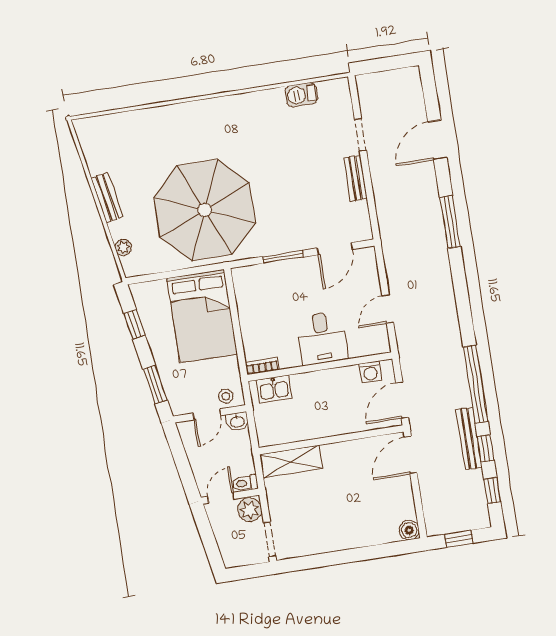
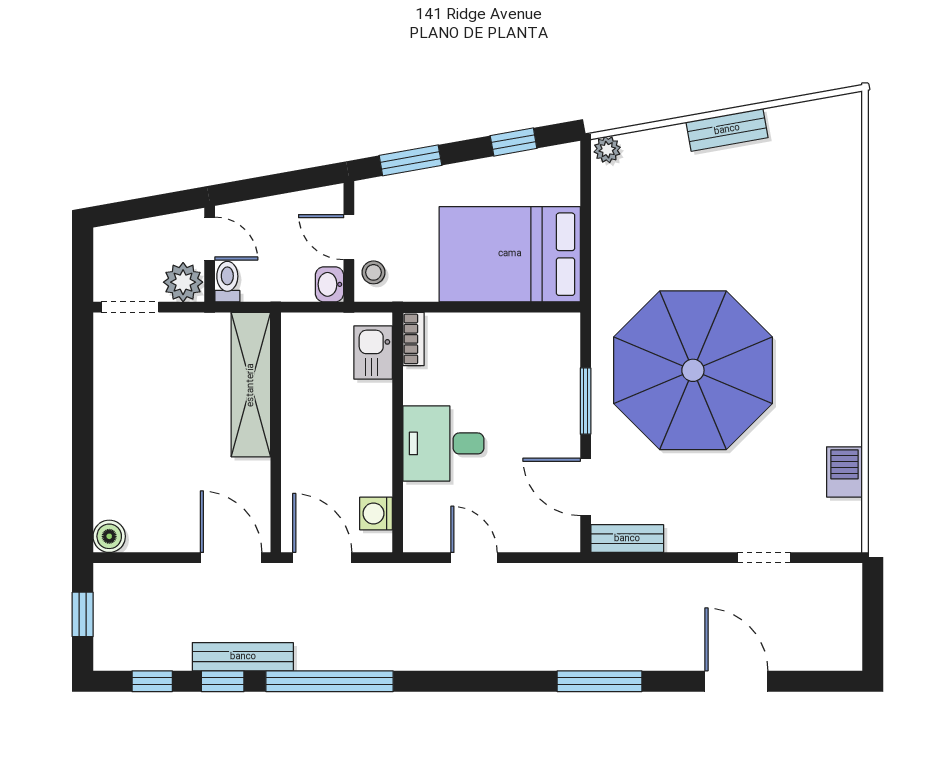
bench: (356, 178) -> (627, 539), moved
parasol: (205, 210) -> (693, 370), moved
plant: (123, 247) -> (607, 150), moved
shelving: (291, 461) -> (251, 385), width x1.47

